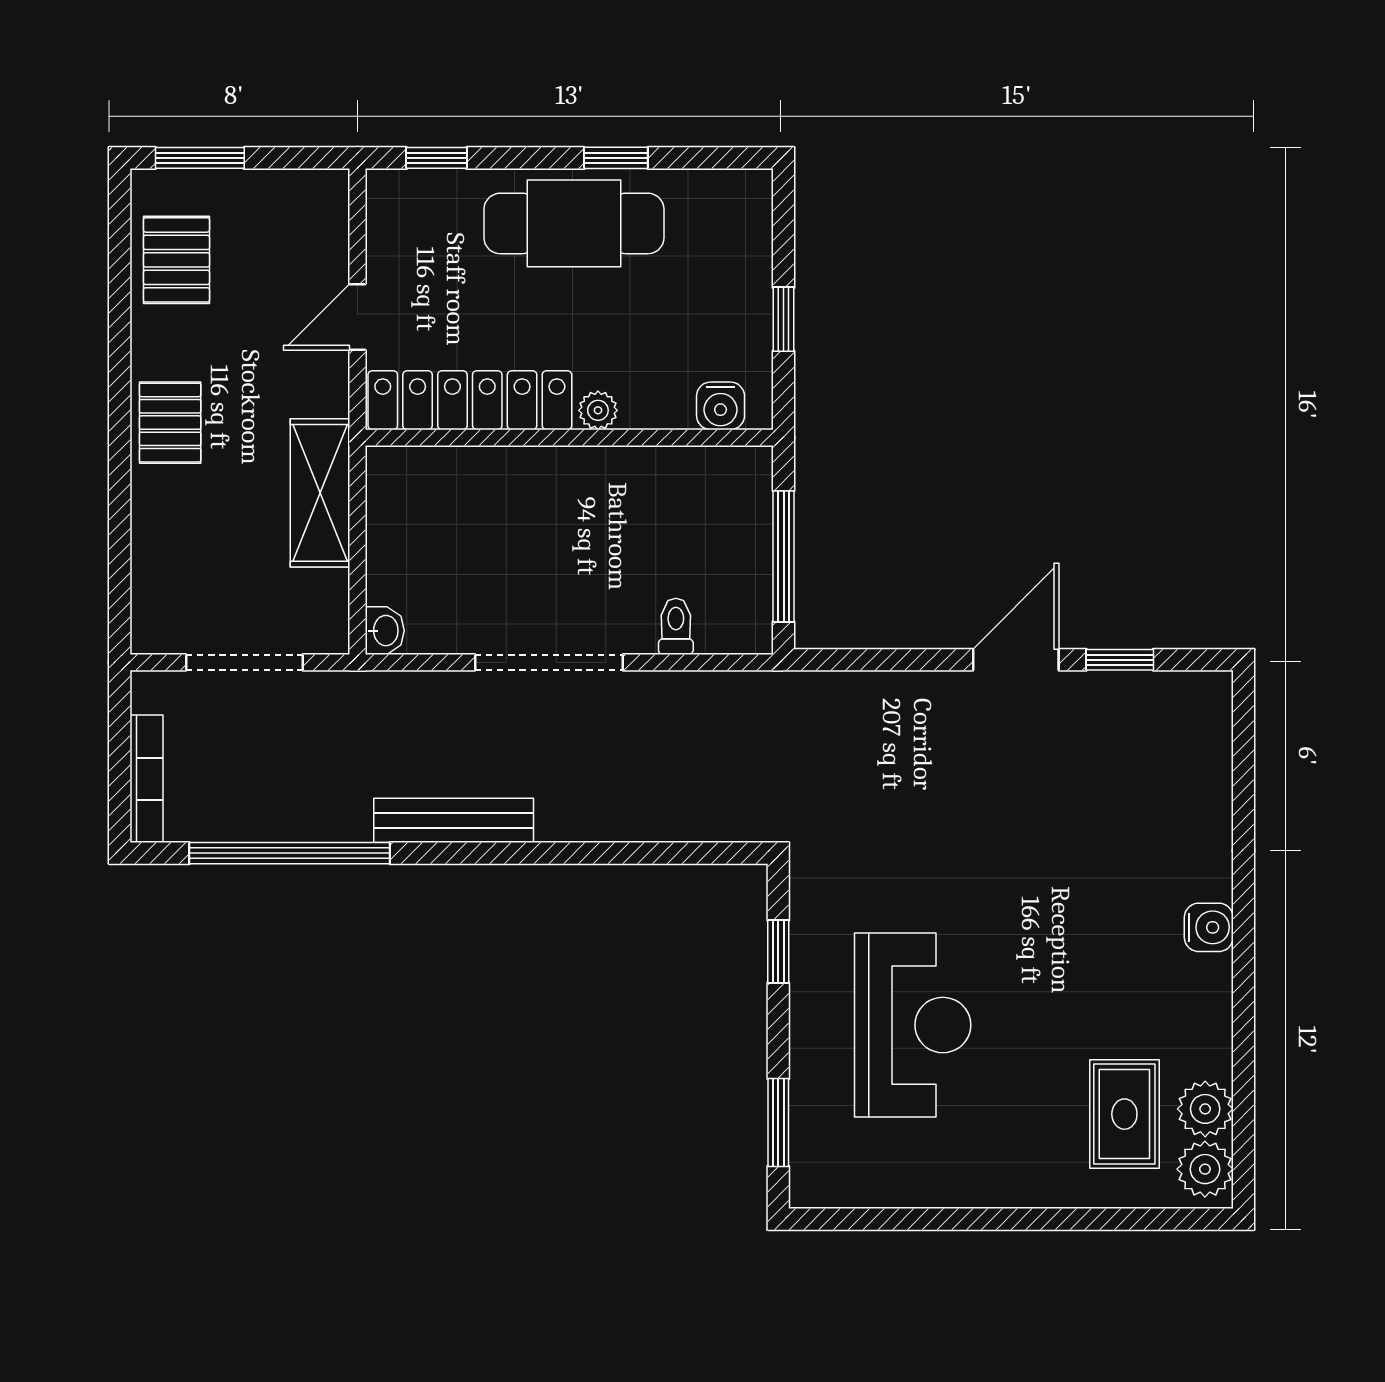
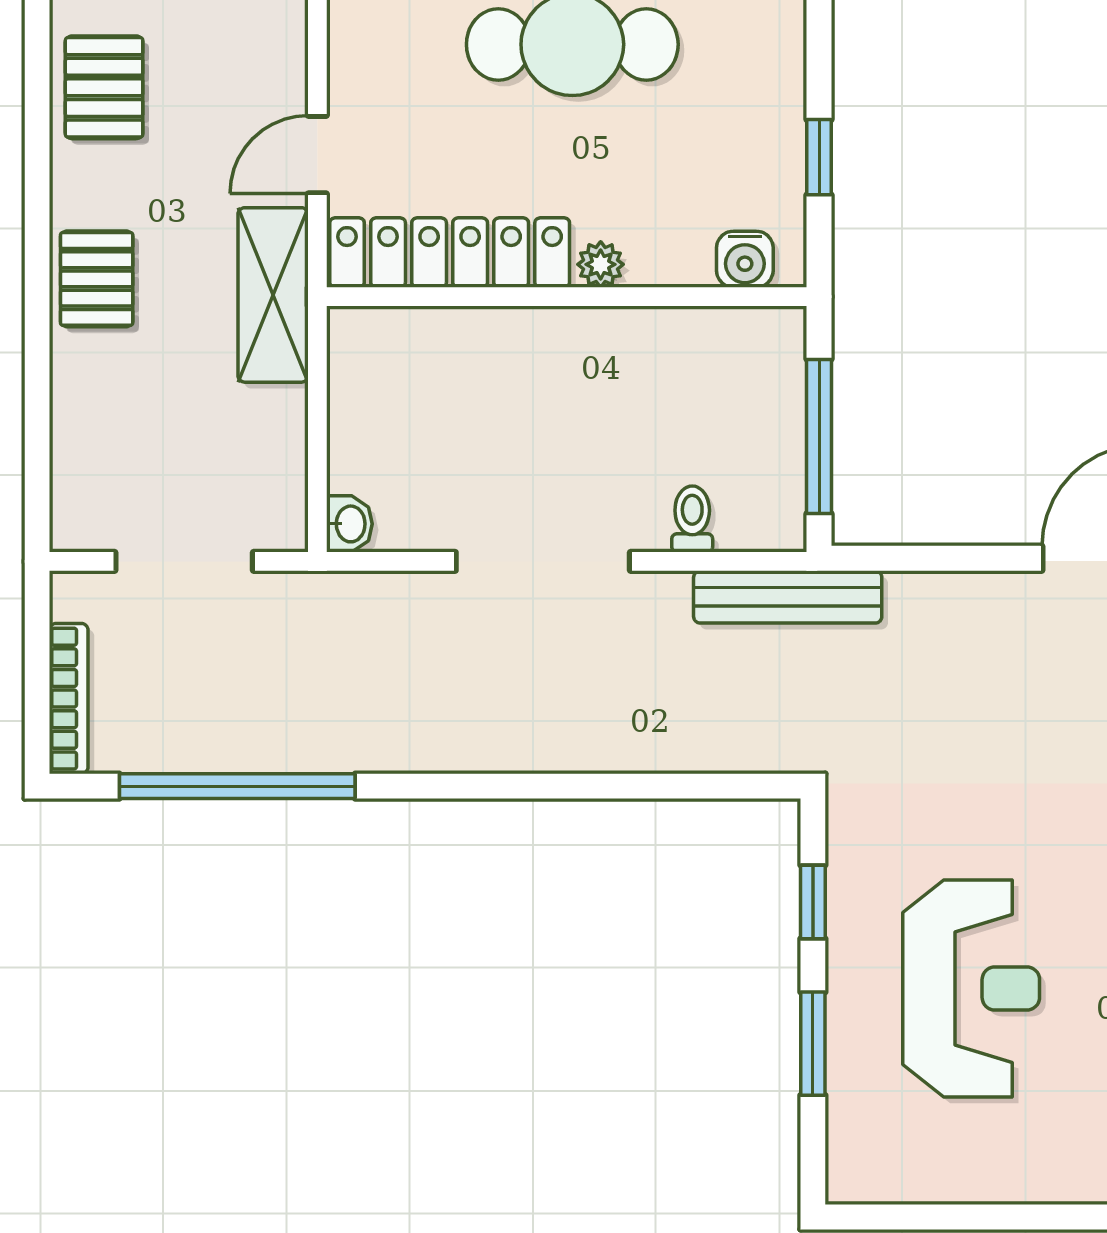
shelving: (320, 493) -> (273, 295), moved
bench: (454, 820) -> (788, 597), moved
window: (778, 1122) -> (813, 1044), moved

